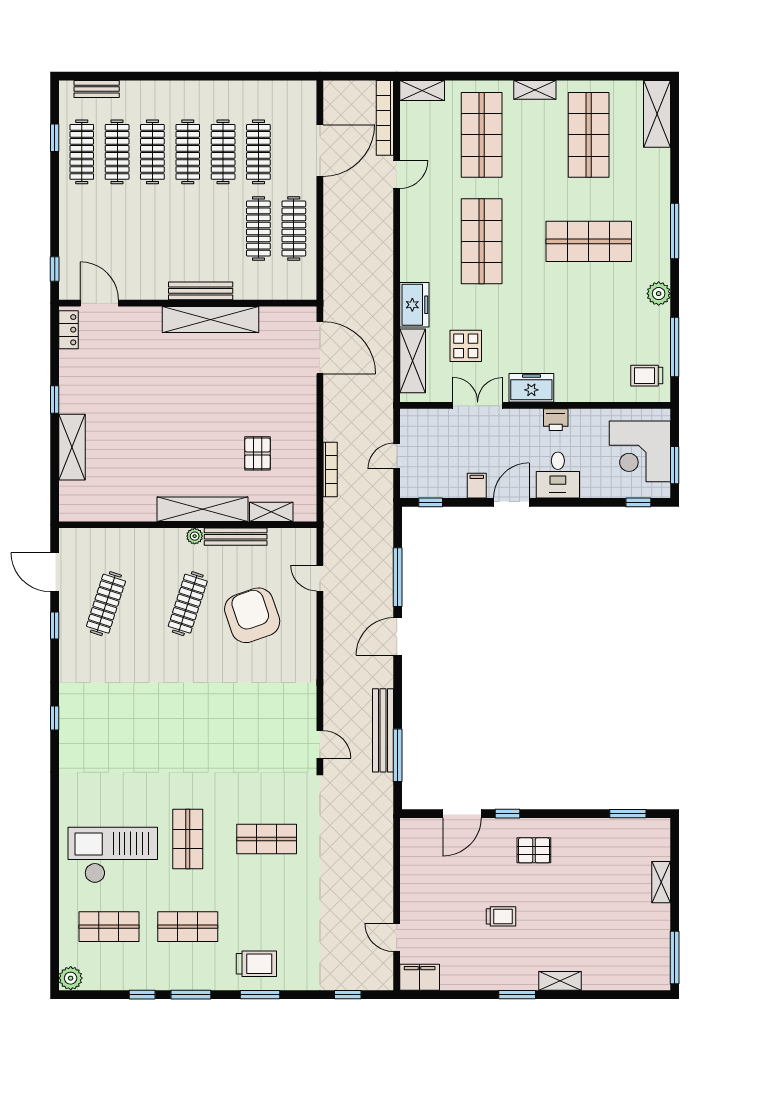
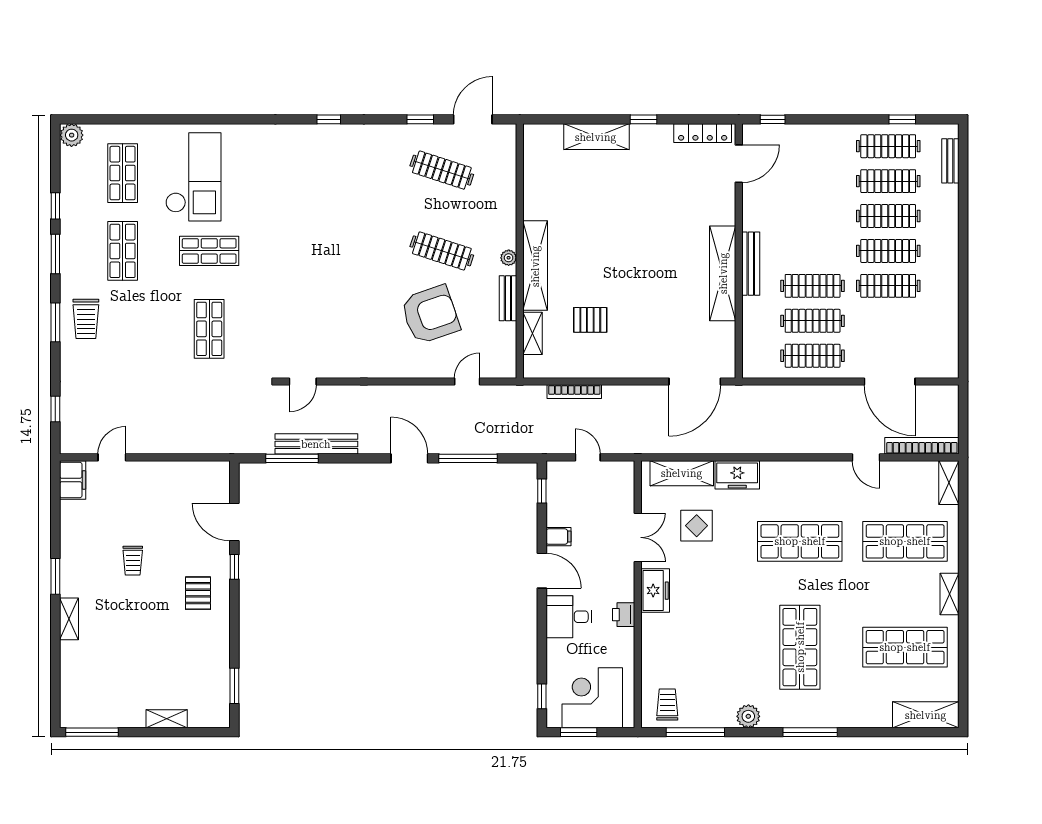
clothes rail: (258, 152) -> (813, 286), moved
locker: (68, 330) -> (703, 133), width x1.53
bench: (236, 537) -> (508, 298), width x0.73

